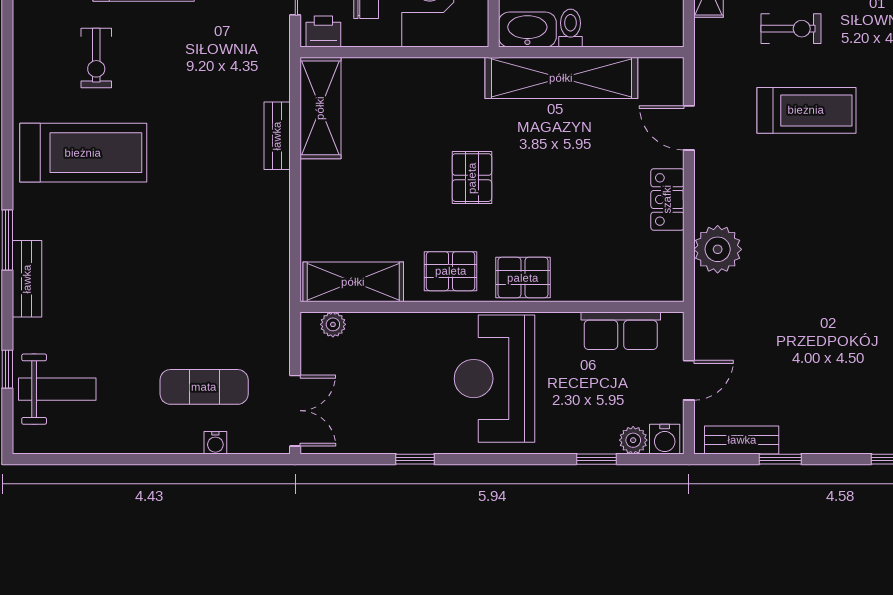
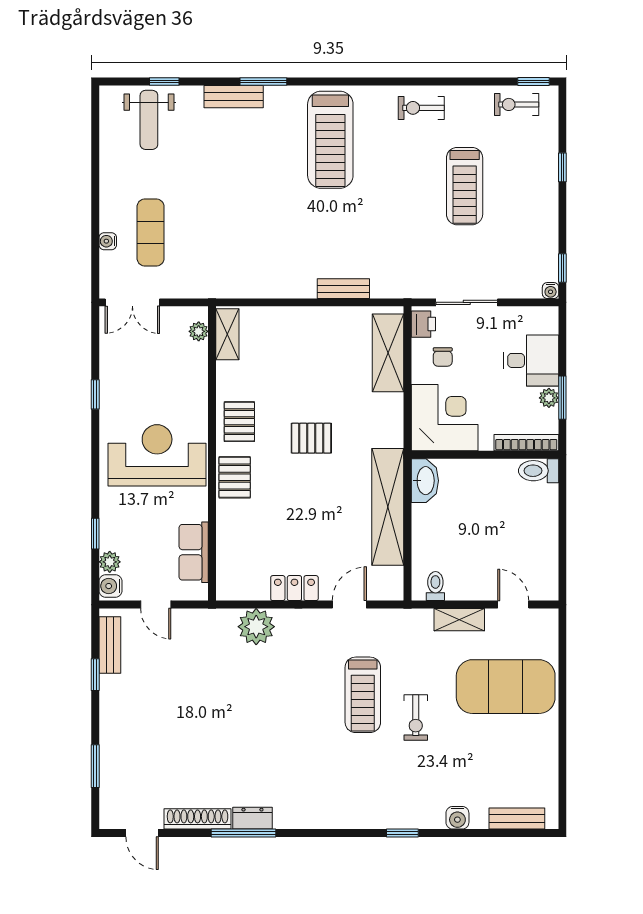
toilet: (571, 28) -> (435, 586), moved, turned -90
exercise bike: (791, 29) -> (416, 717), moved
exercise bike: (96, 58) -> (421, 108), moved
shelving: (320, 108) -> (388, 353), moved, turned 90
shelving: (353, 282) -> (227, 334), width x0.67, depth x0.75

